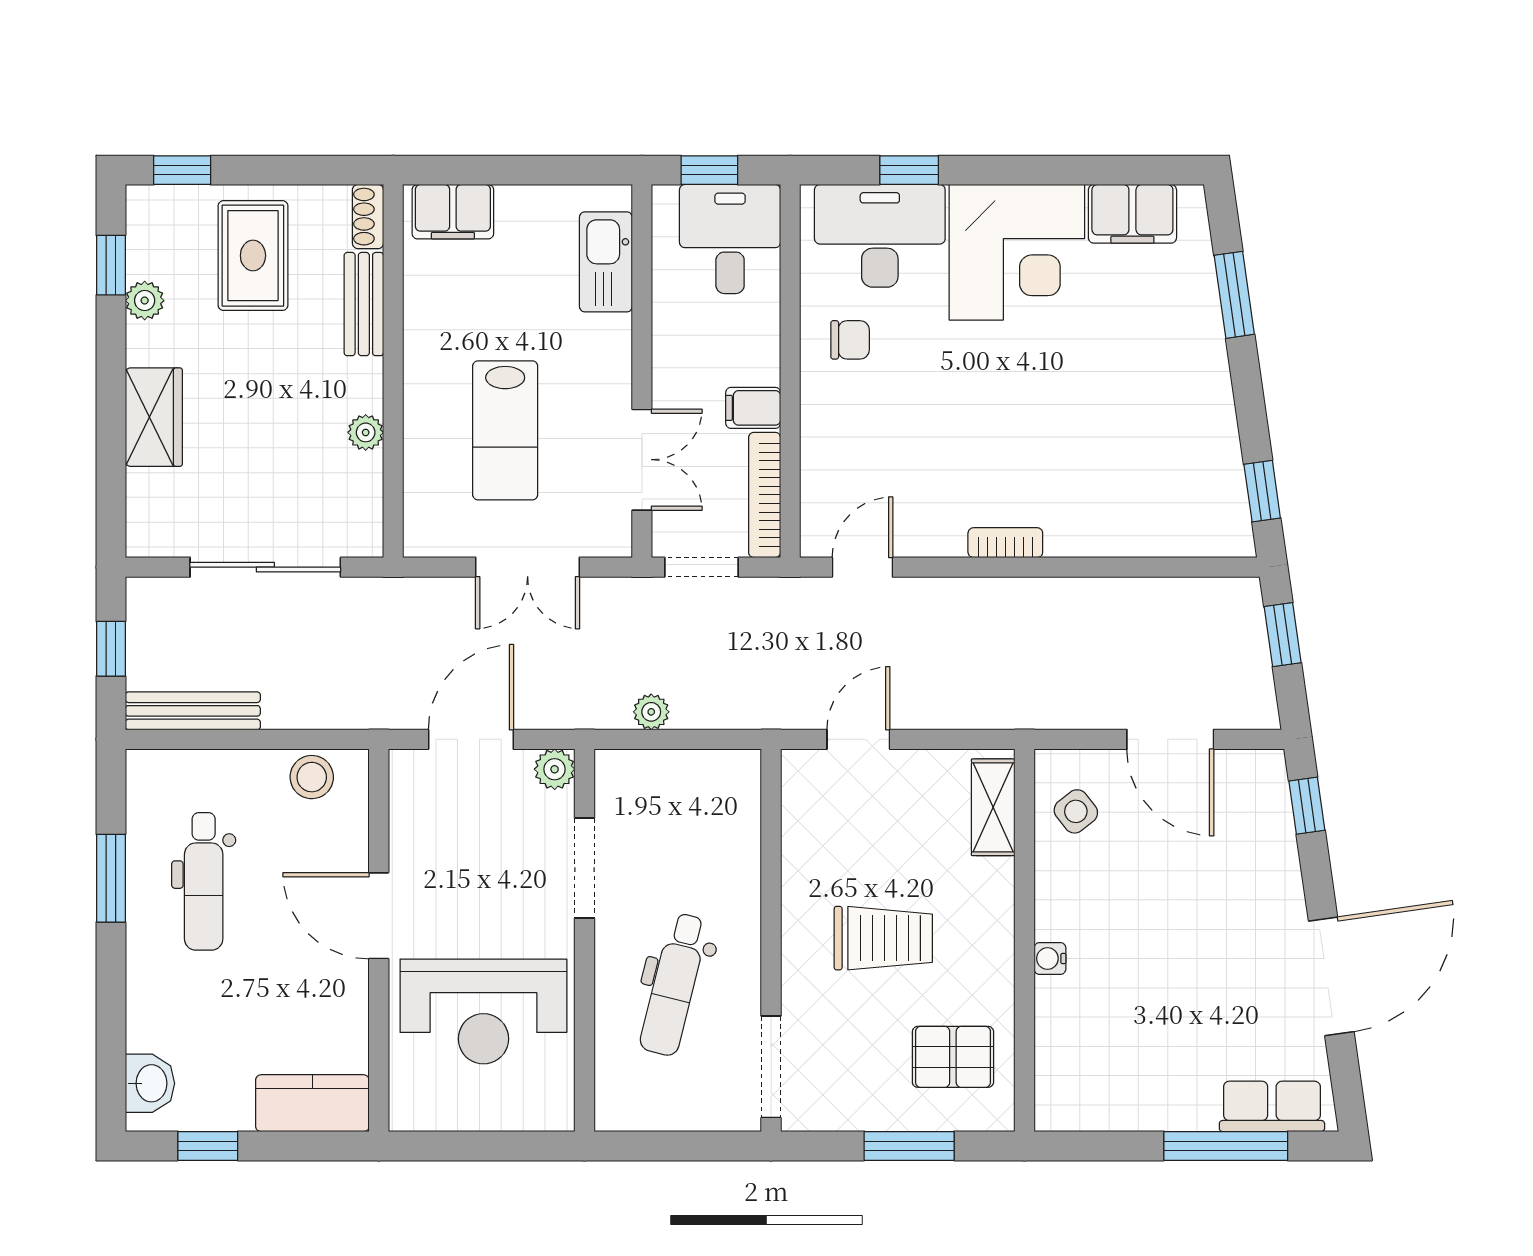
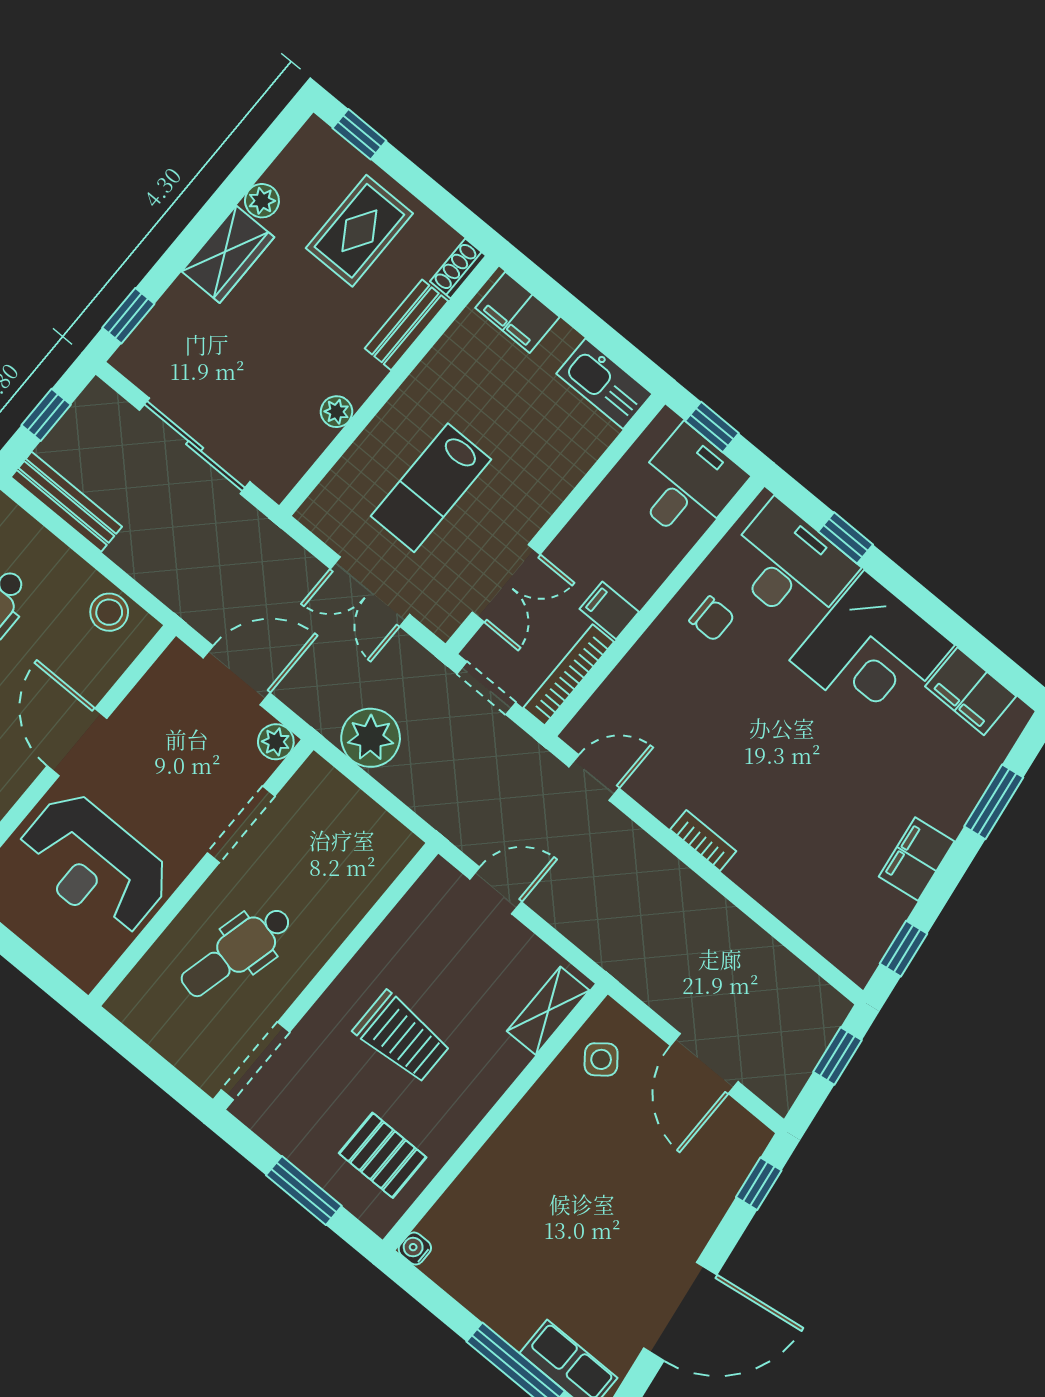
kitchen sink: (606, 262) -> (604, 384), moved, turned -90
window: (111, 265) -> (128, 316), moved
filing cabinet: (1208, 402) -> (917, 859), added
wardrobe: (154, 417) -> (228, 254), moved
plant: (651, 712) -> (371, 738), width x1.87, depth x1.87
water cooler: (1050, 959) -> (415, 1248), moved

